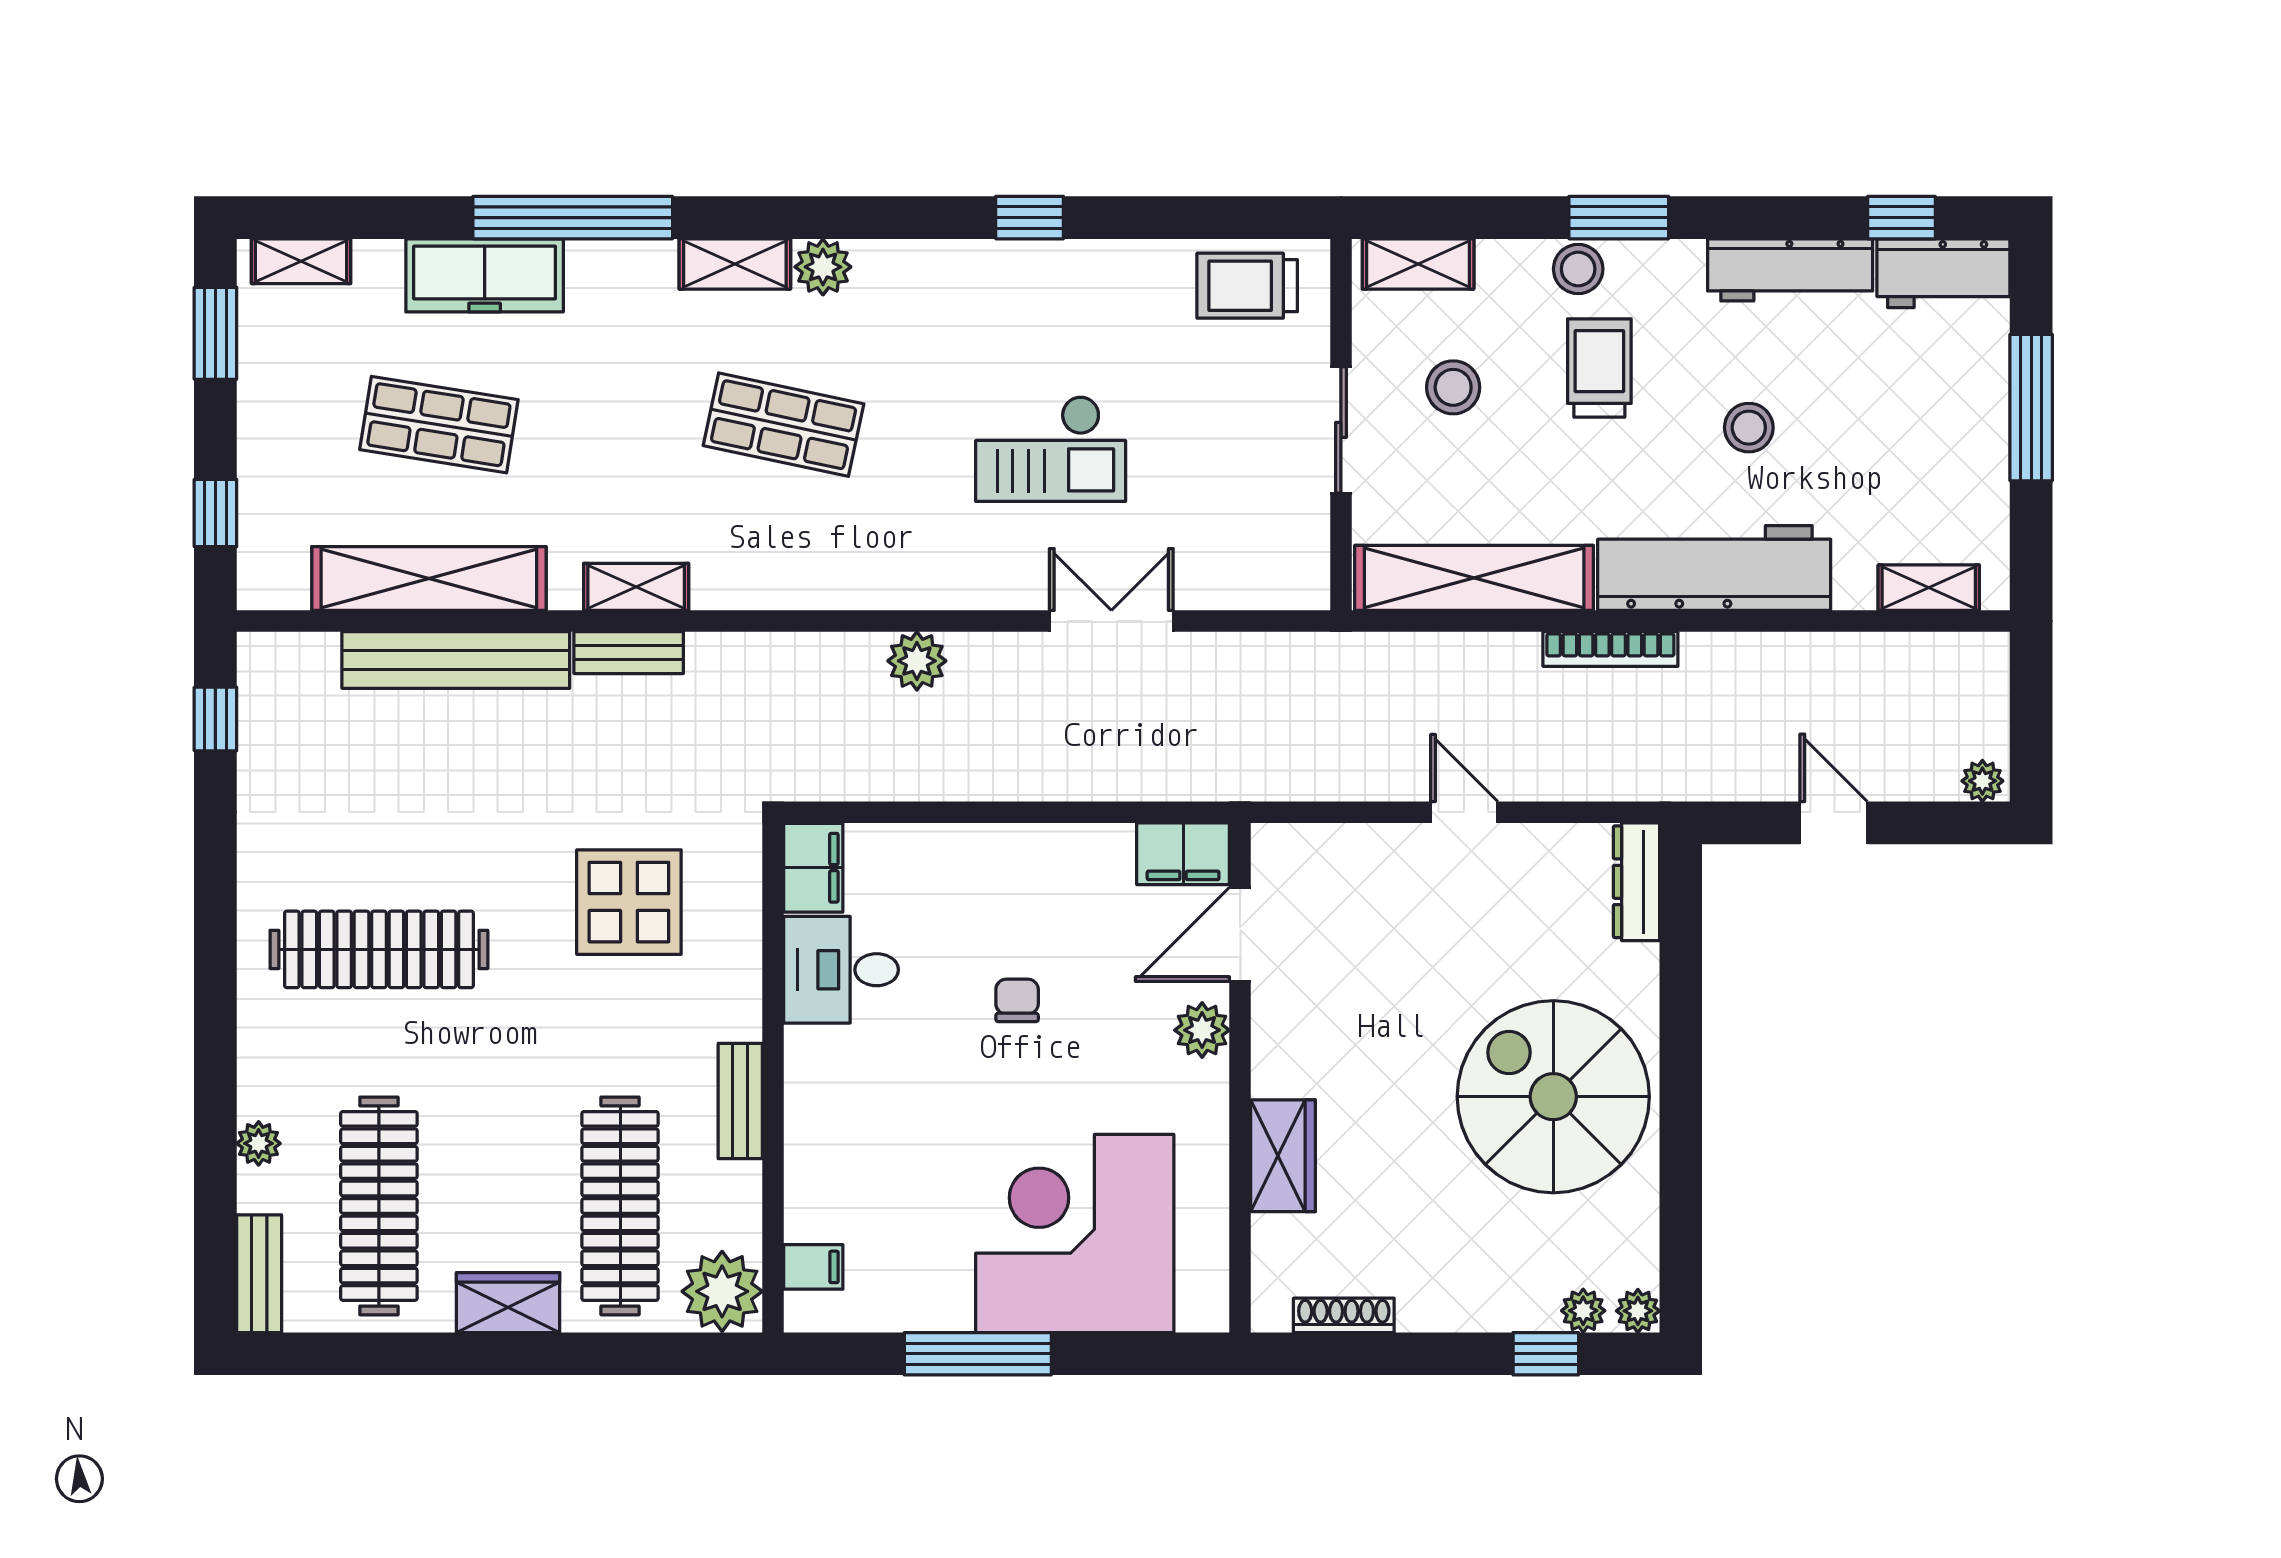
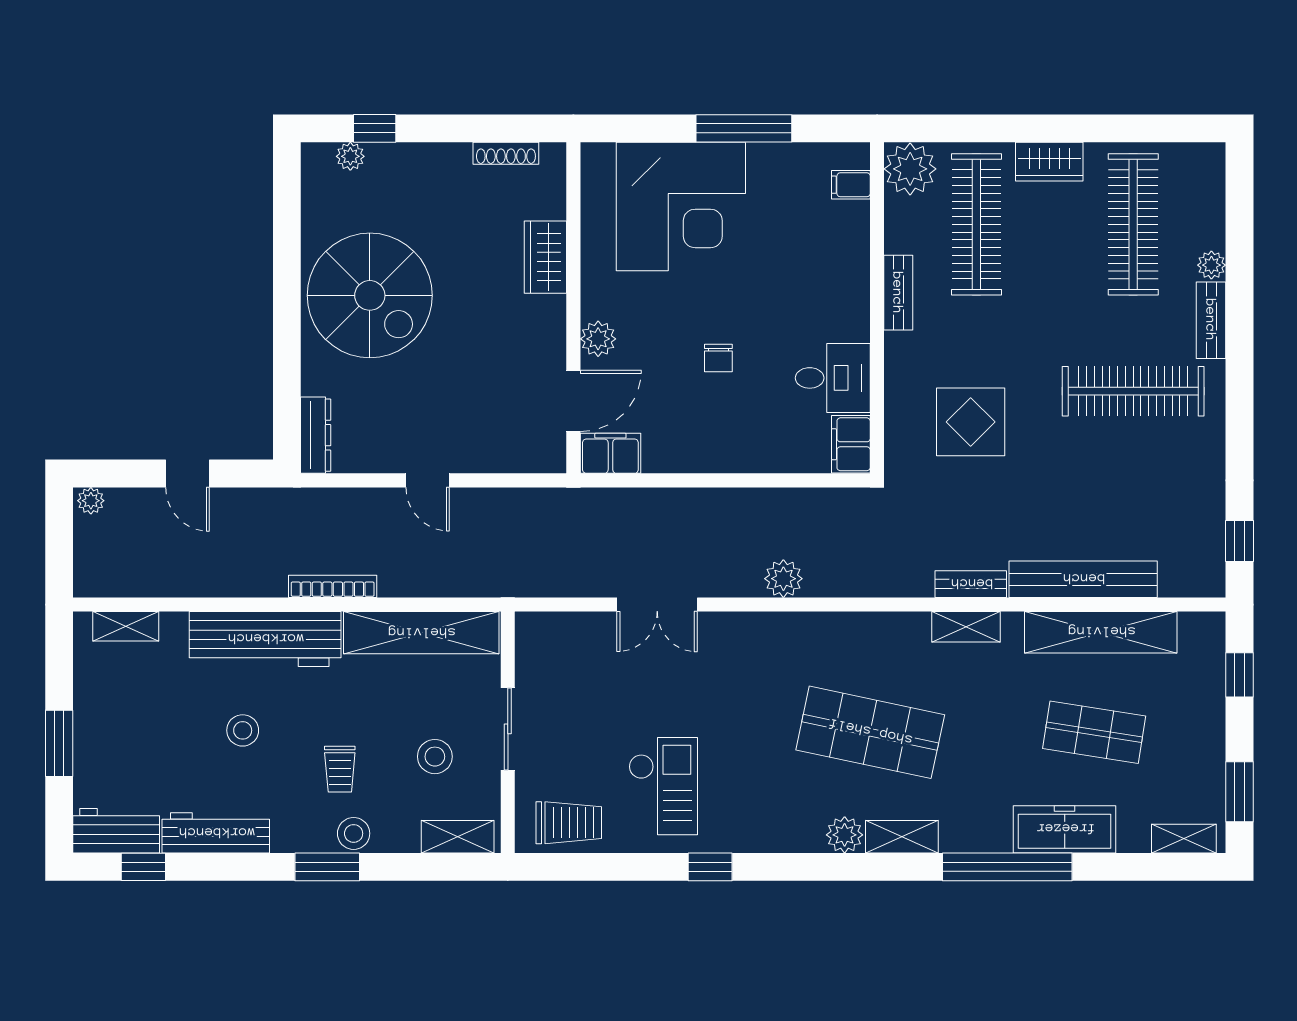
trolley: (1599, 368) -> (340, 769), width x0.73, depth x0.72
window: (2031, 408) -> (59, 743), width x0.69
shop shelf: (784, 425) -> (870, 732), width x1.43, depth x1.36
checkout: (1051, 449) -> (663, 786), moved, turned 90
bench: (259, 1274) -> (1211, 320), moved
plant: (1638, 1311) -> (315, 156), removed

